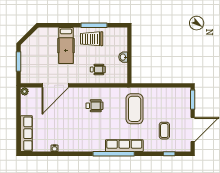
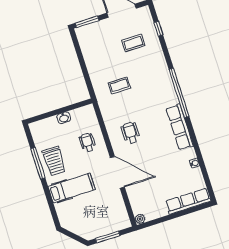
door: (55, 85) -> (117, 172), moved
coffee table: (135, 109) -> (119, 85), width x0.54, depth x0.58
row of seats: (124, 146) -> (180, 127), moved

